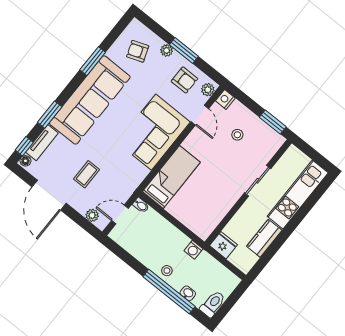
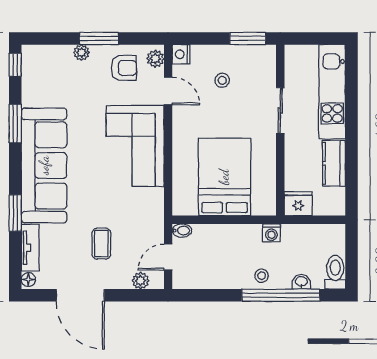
armchair: (138, 51) -> (53, 77), removed
window: (24, 146) -> (15, 65), moved
bed: (171, 177) -> (224, 177), moved, width x1.50

